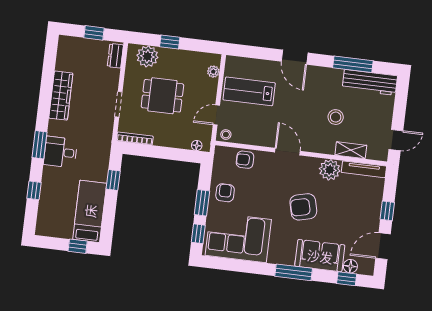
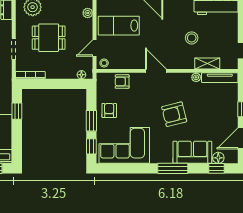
plant: (330, 170) -> (196, 77), width x0.53, depth x0.53

